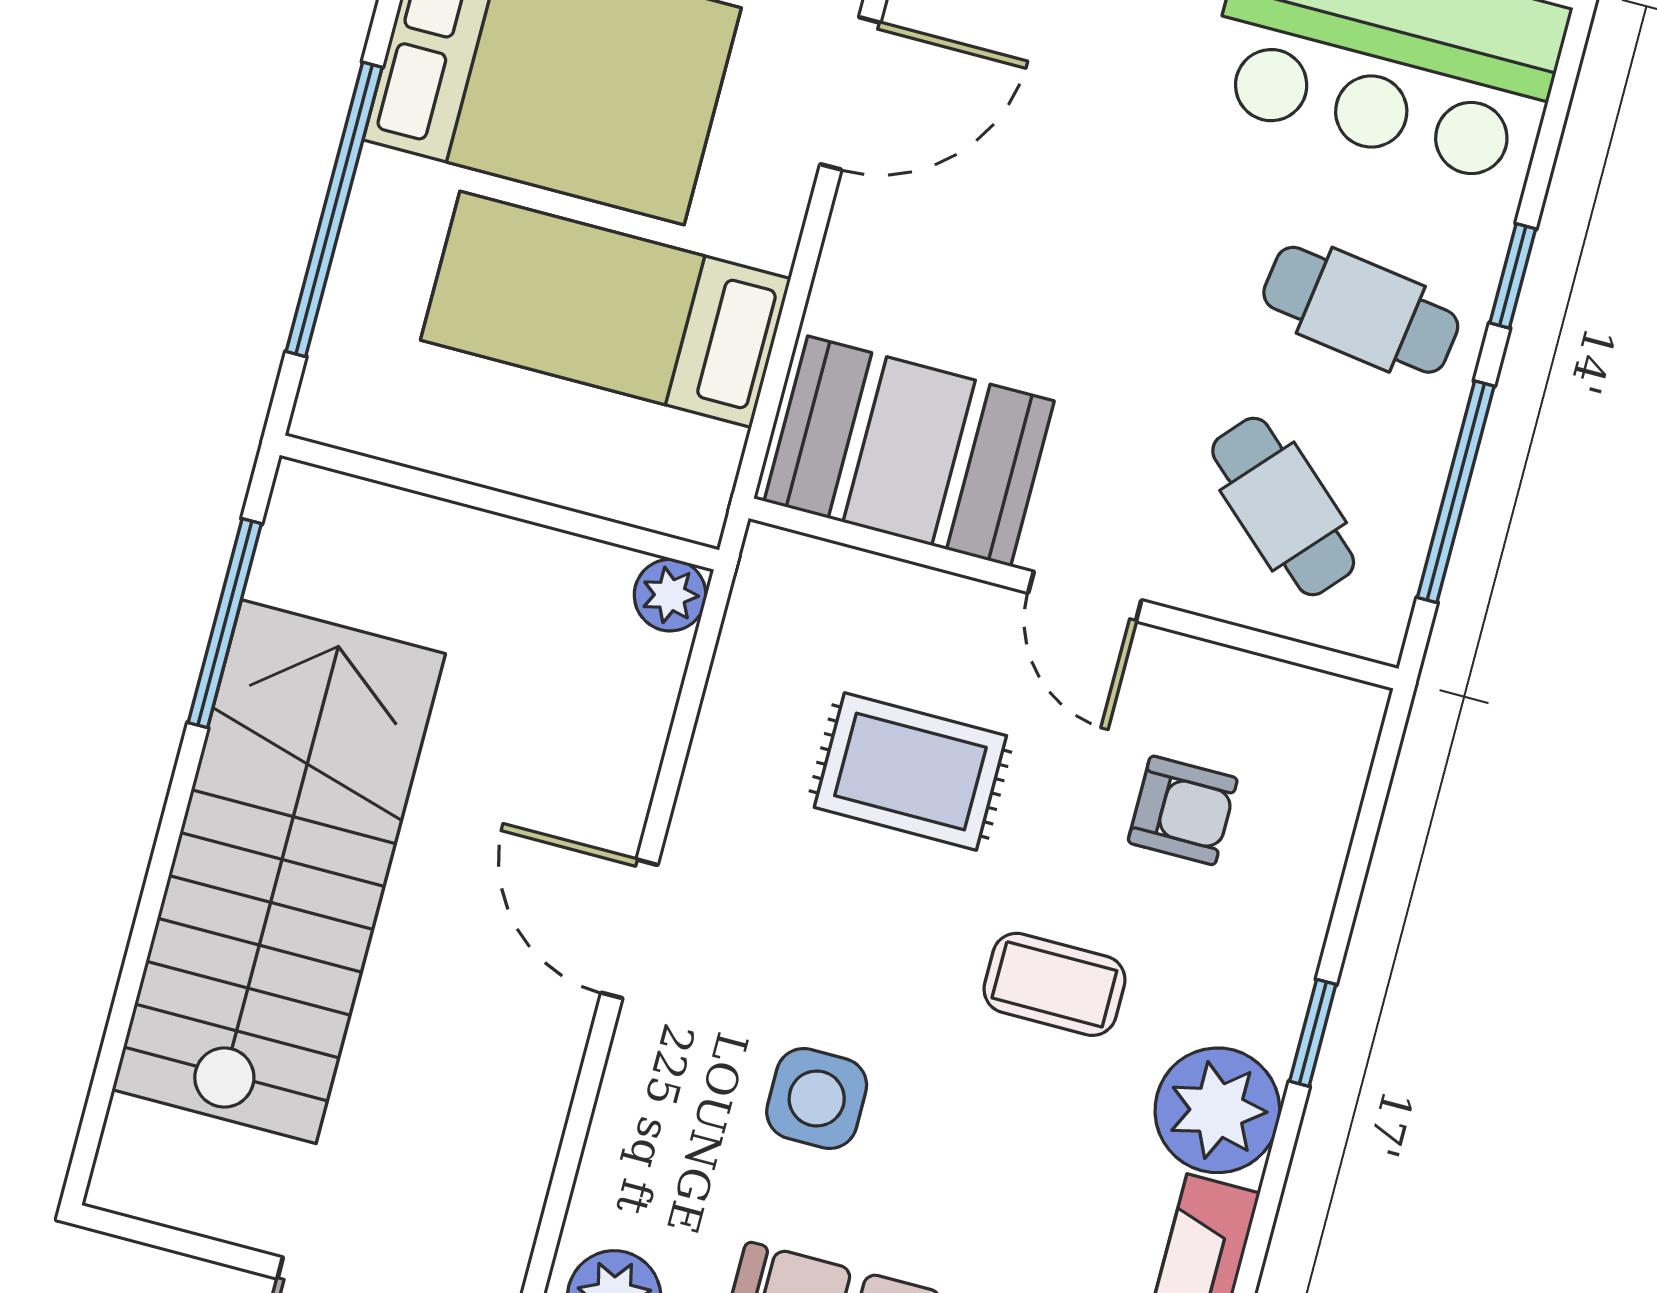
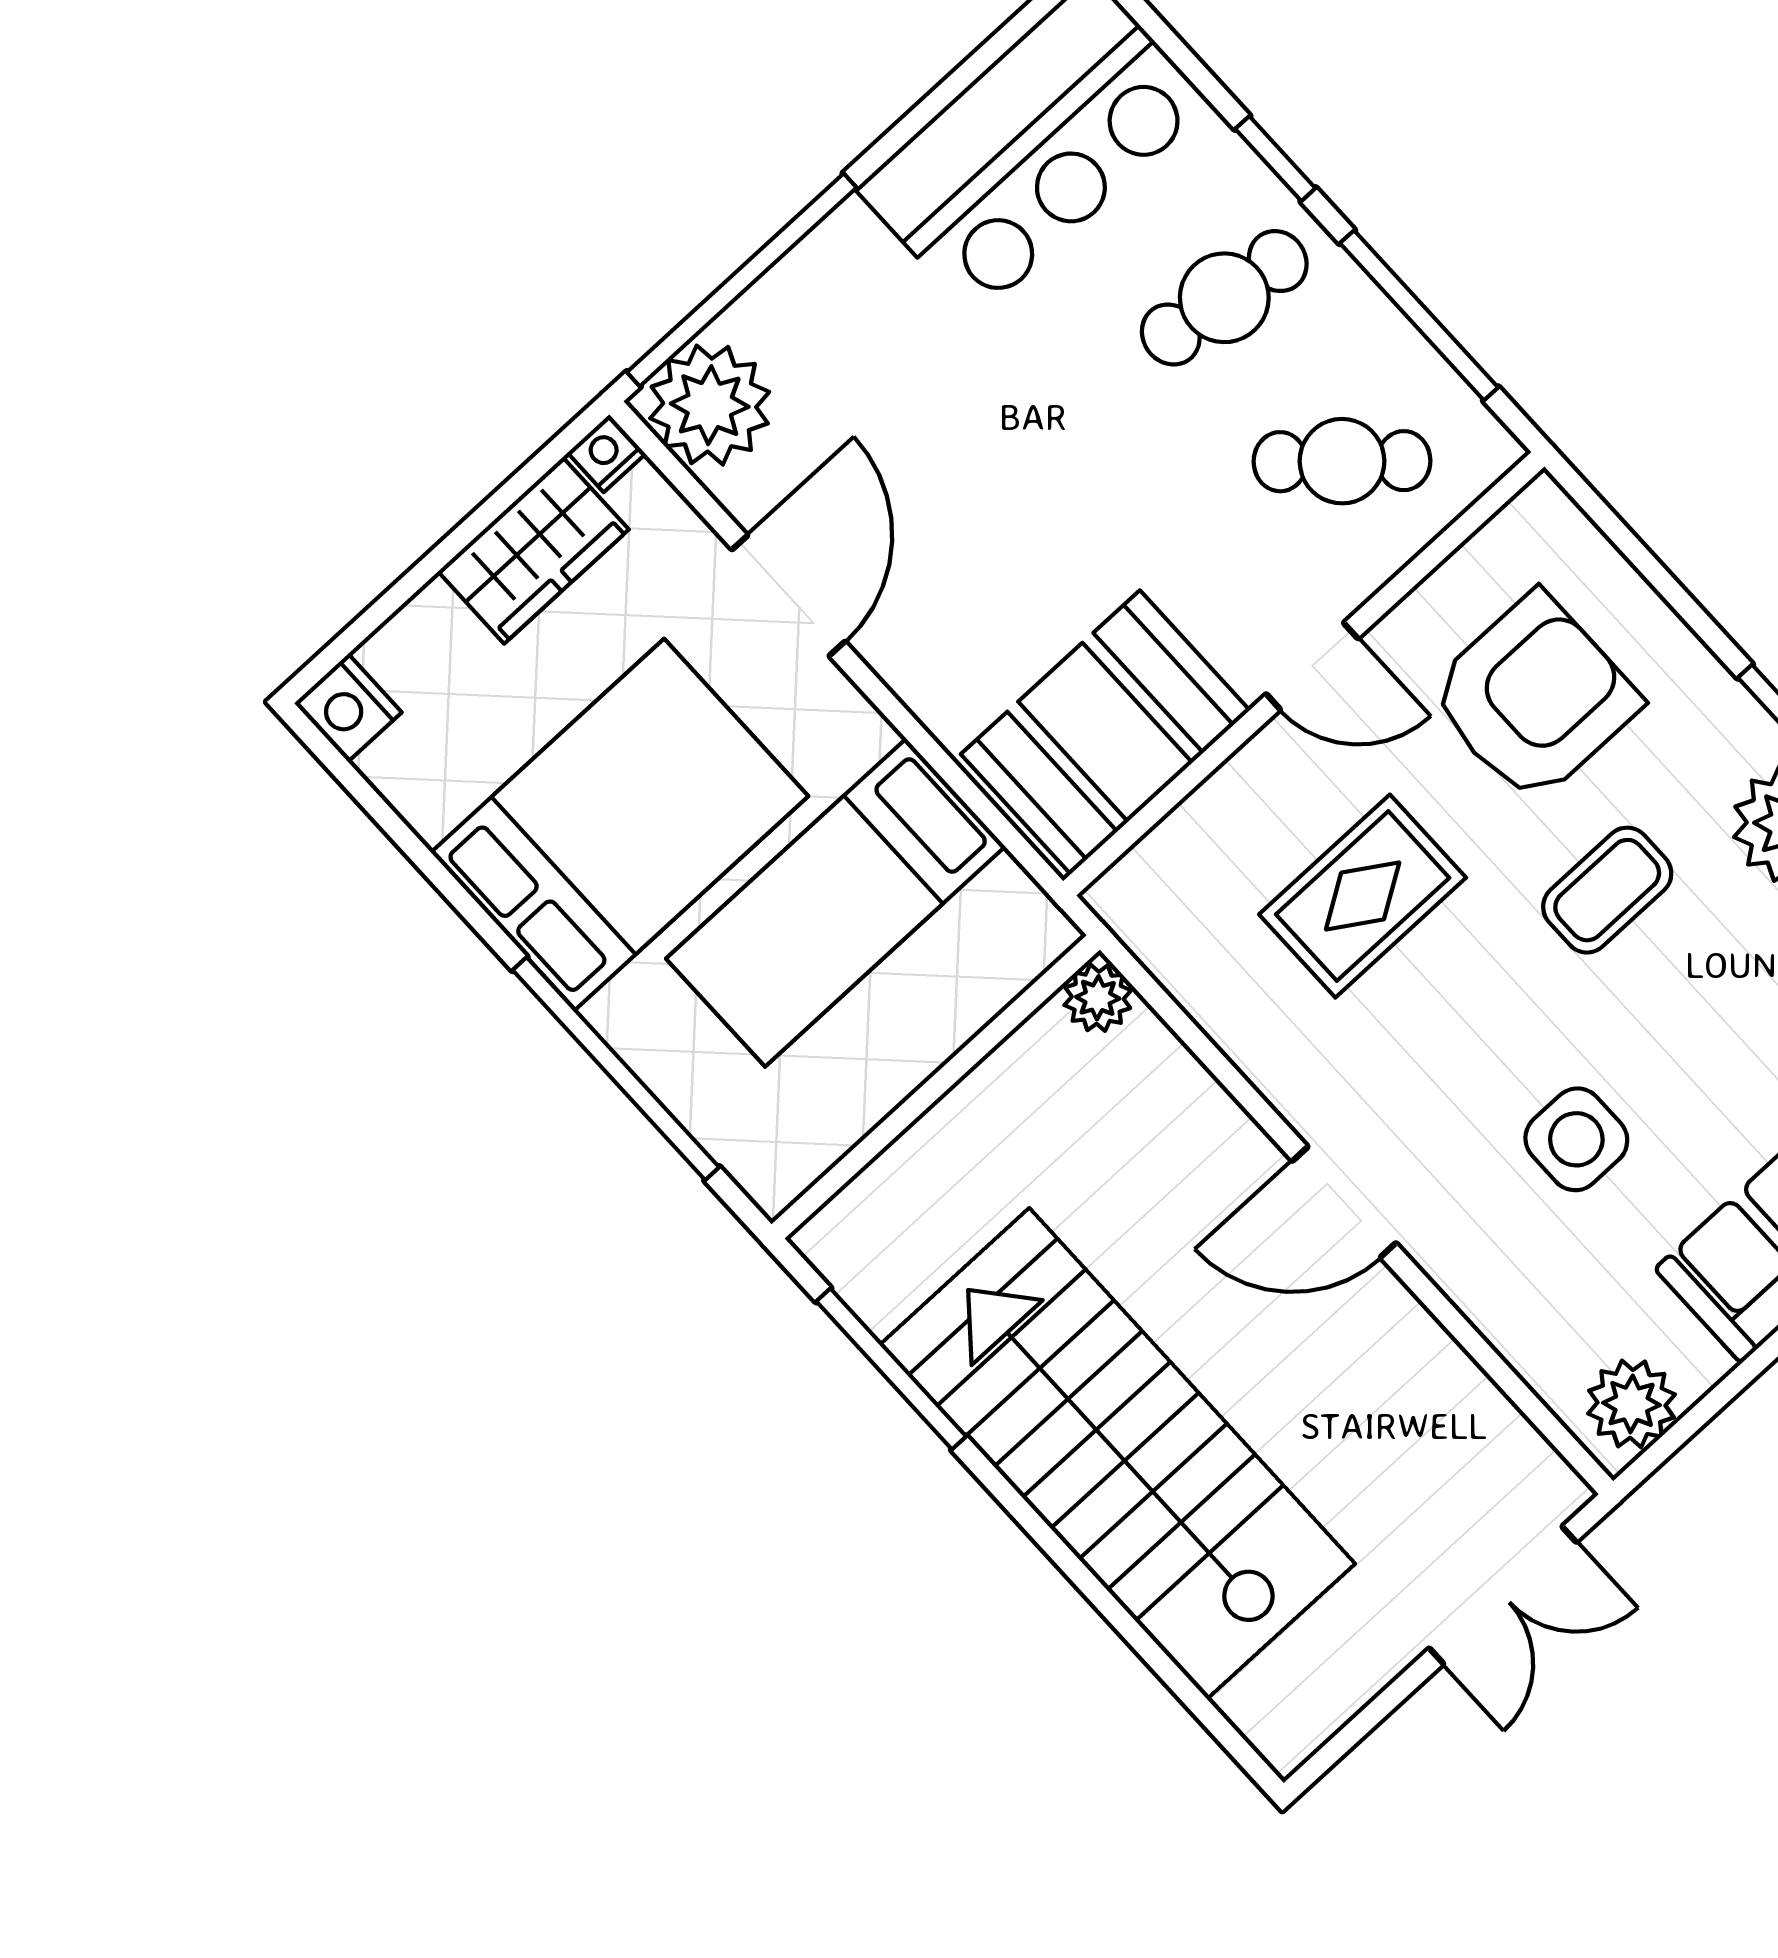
armchair: (1183, 810) -> (1534, 698), width x1.88, depth x1.88

